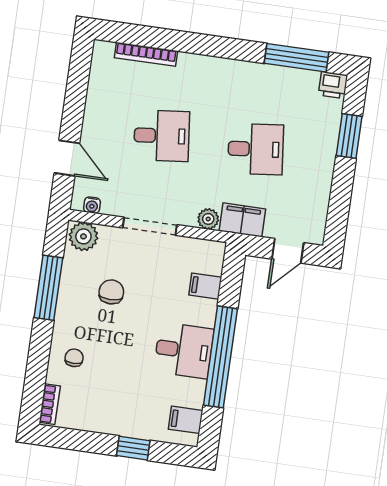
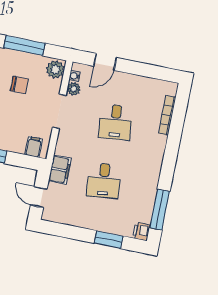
plant: (208, 219) -> (74, 89), moved
filing cabinet: (205, 286) -> (34, 147), moved

